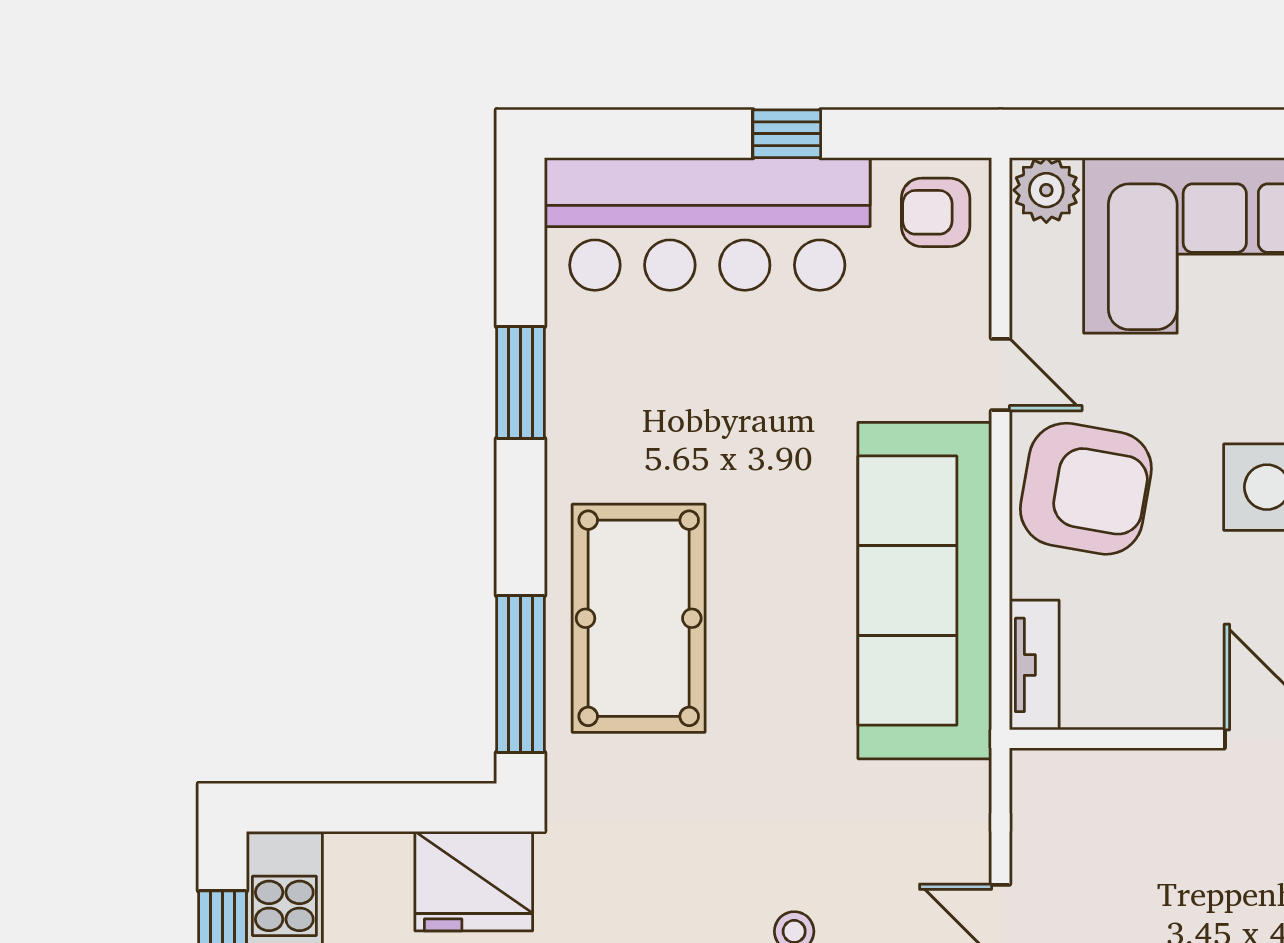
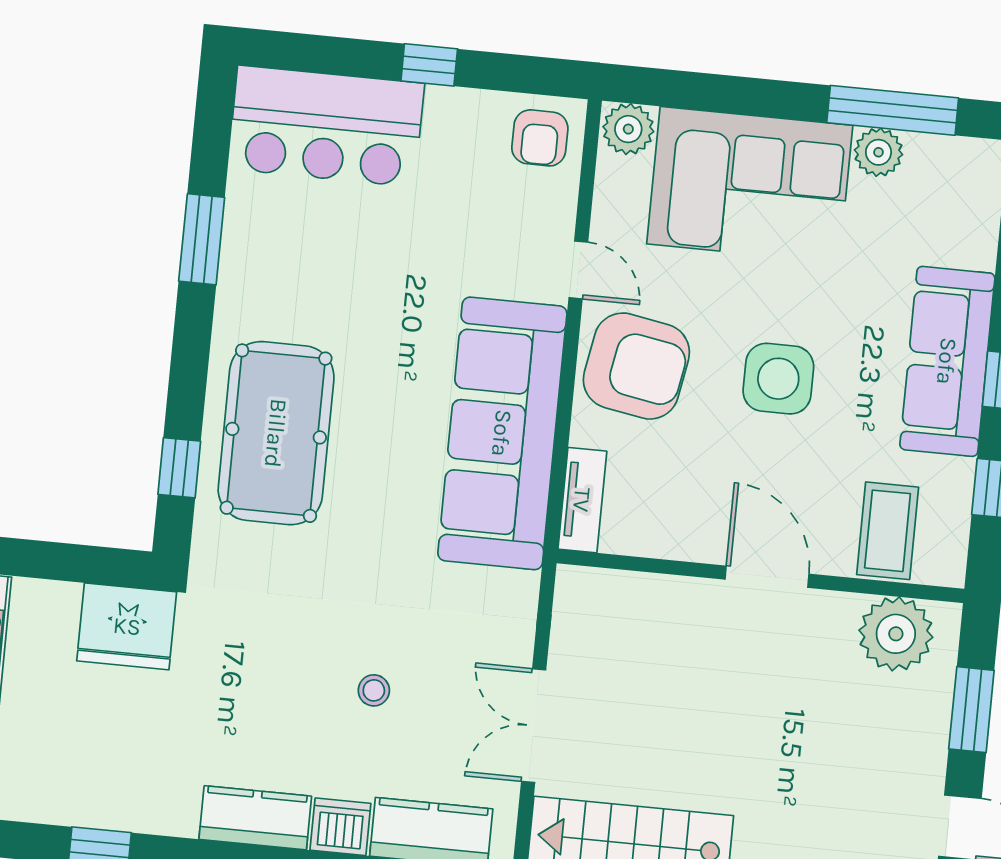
armchair: (936, 212) -> (540, 138), turned -90
bar counter: (707, 224) -> (326, 126), width x0.73
window: (521, 674) -> (179, 468), width x0.46

